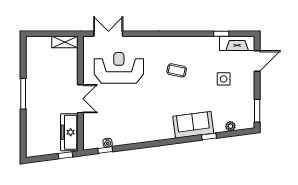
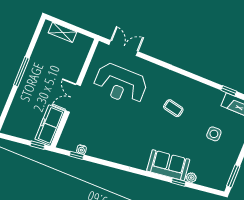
shelving: (65, 42) -> (62, 32), moved
reception desk: (119, 68) -> (120, 84), turned 180
double door: (80, 99) -> (73, 98), swing flipped
plant: (230, 126) -> (191, 178), moved

